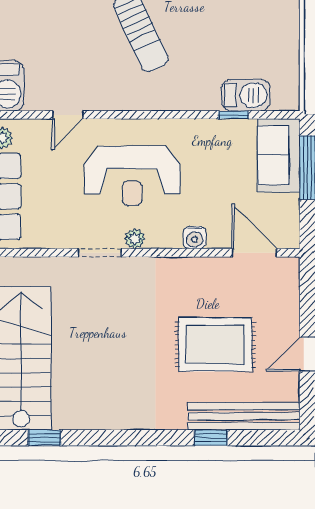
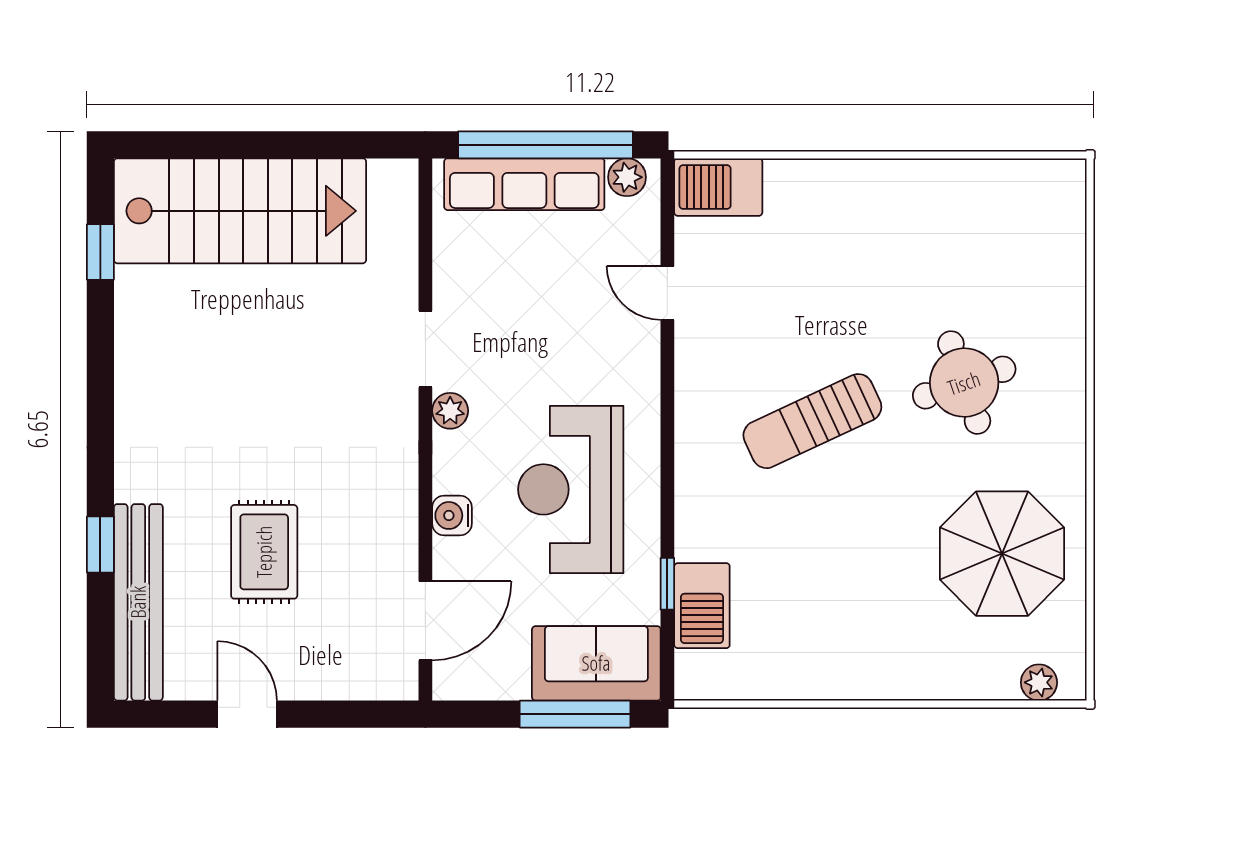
reception desk: (132, 176) -> (571, 489), moved
rug: (215, 345) -> (264, 552), width x0.73, depth x0.70

